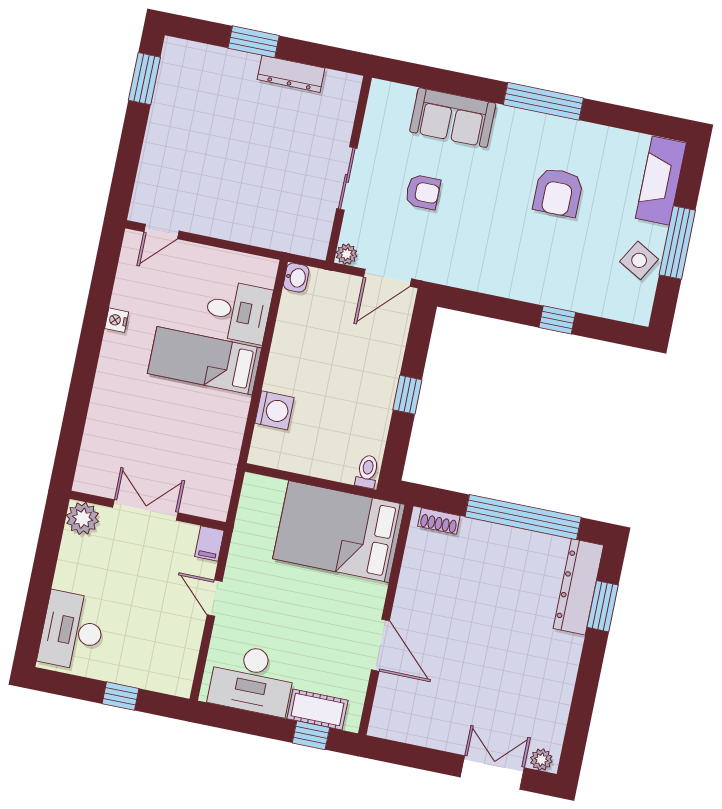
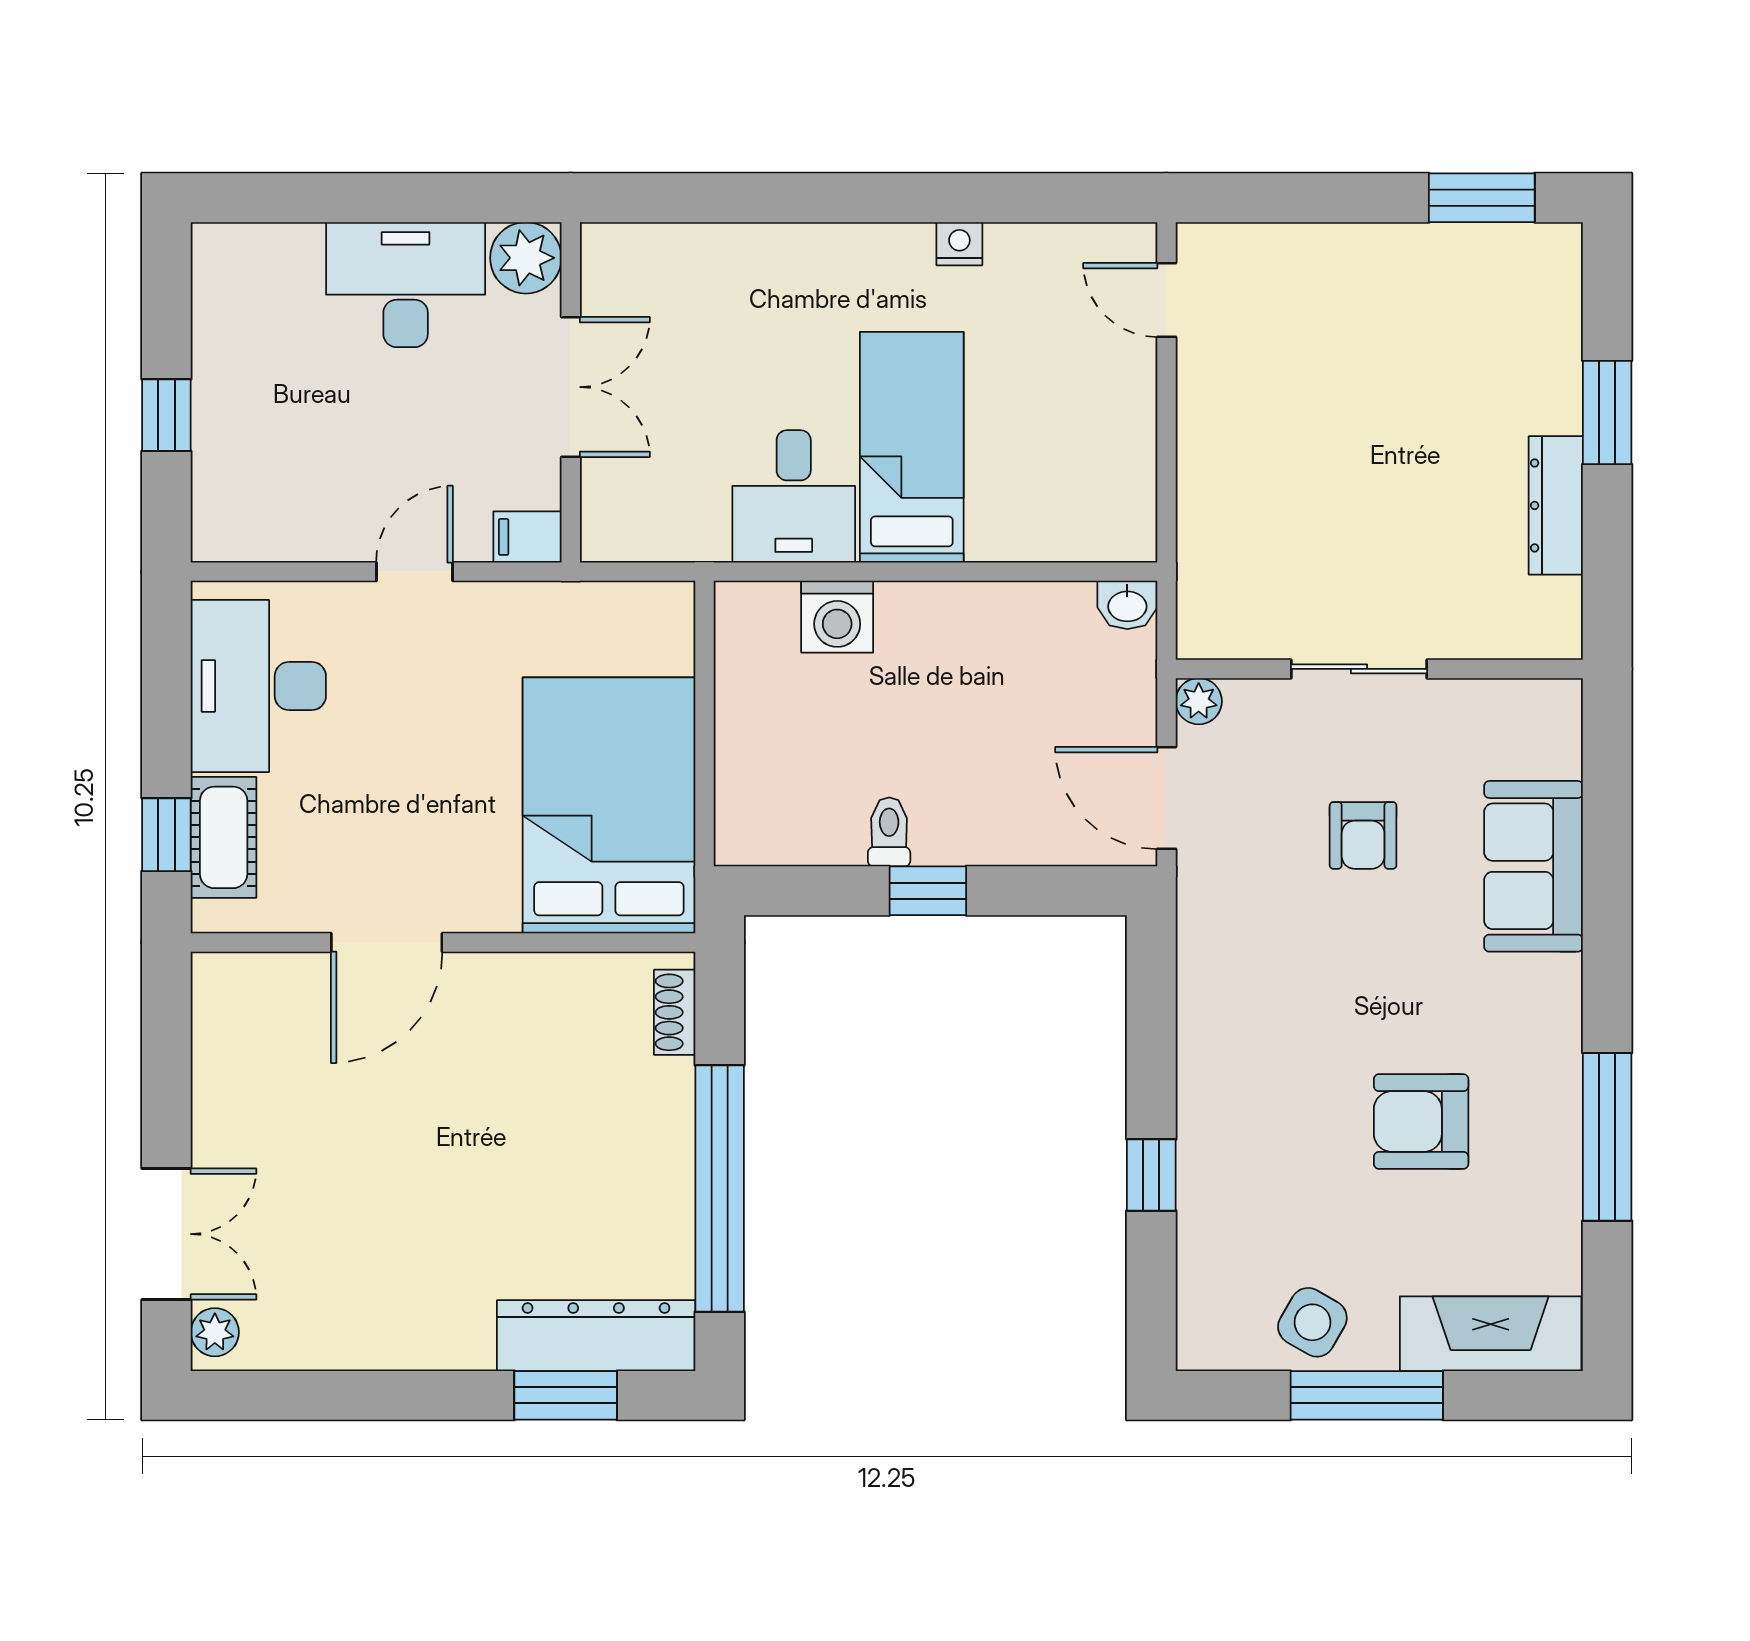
window: (543, 101) -> (1607, 1137), moved
desk: (238, 312) -> (794, 496), moved
toilet: (367, 472) -> (889, 832), moved, turned -90
desk: (72, 631) -> (406, 285), moved

